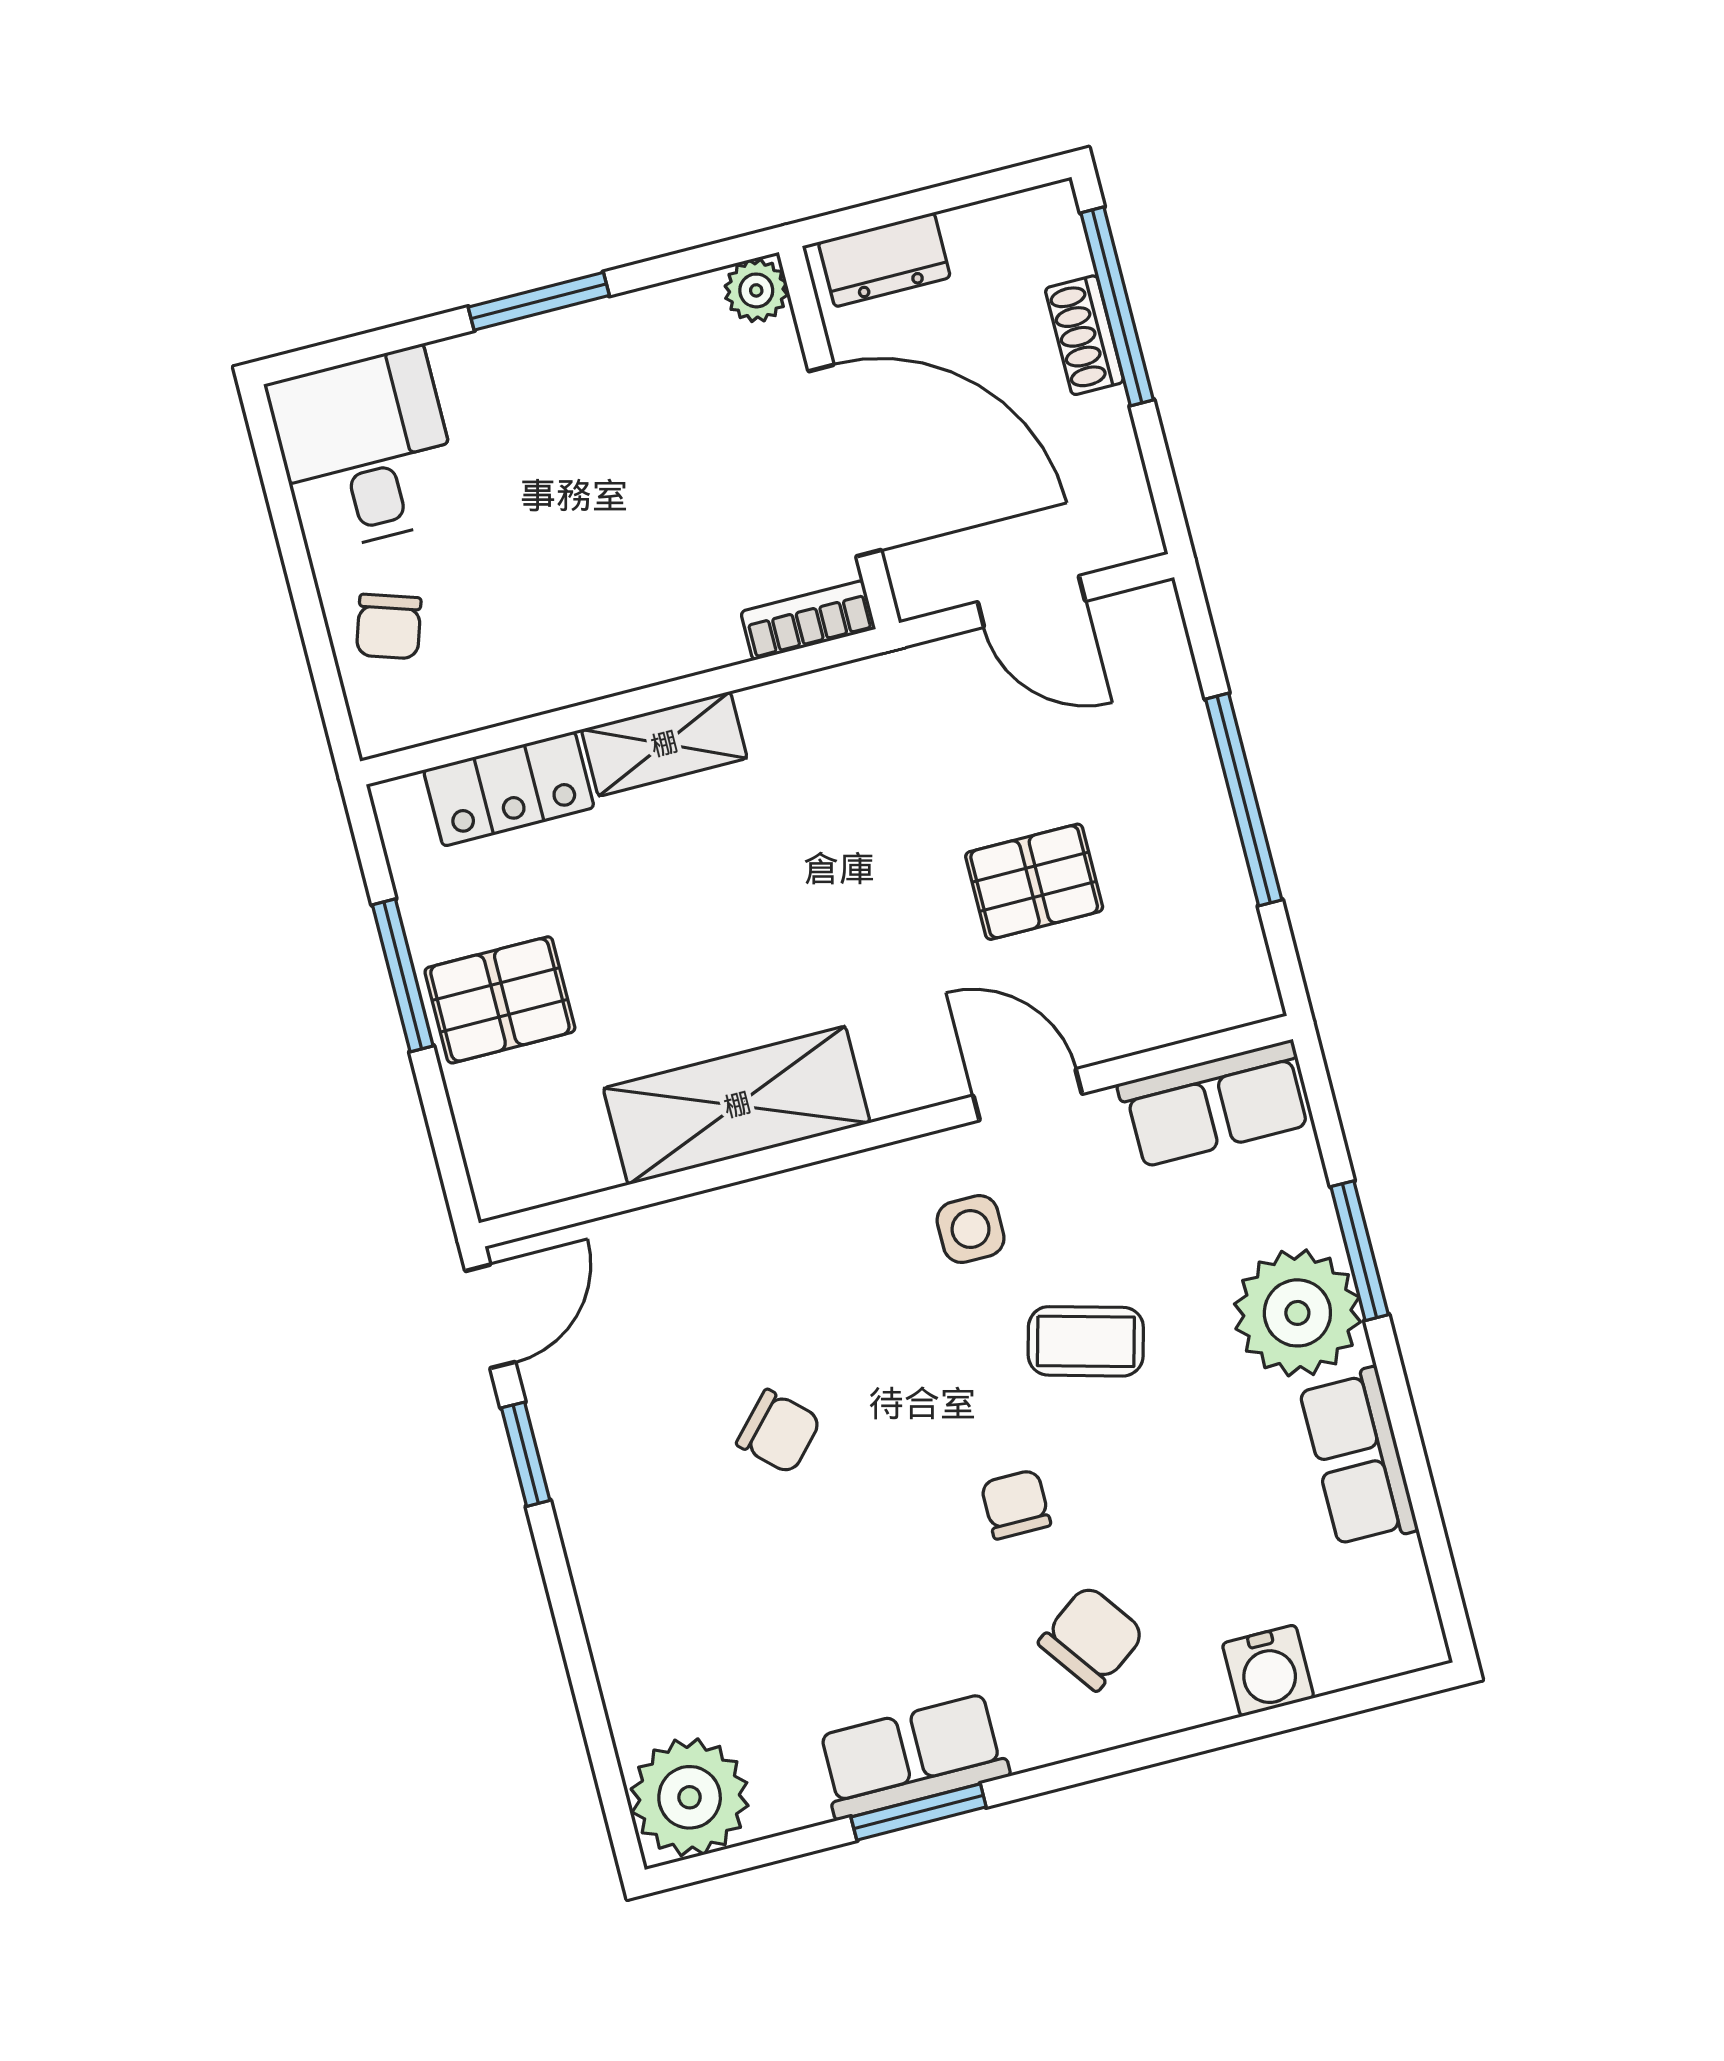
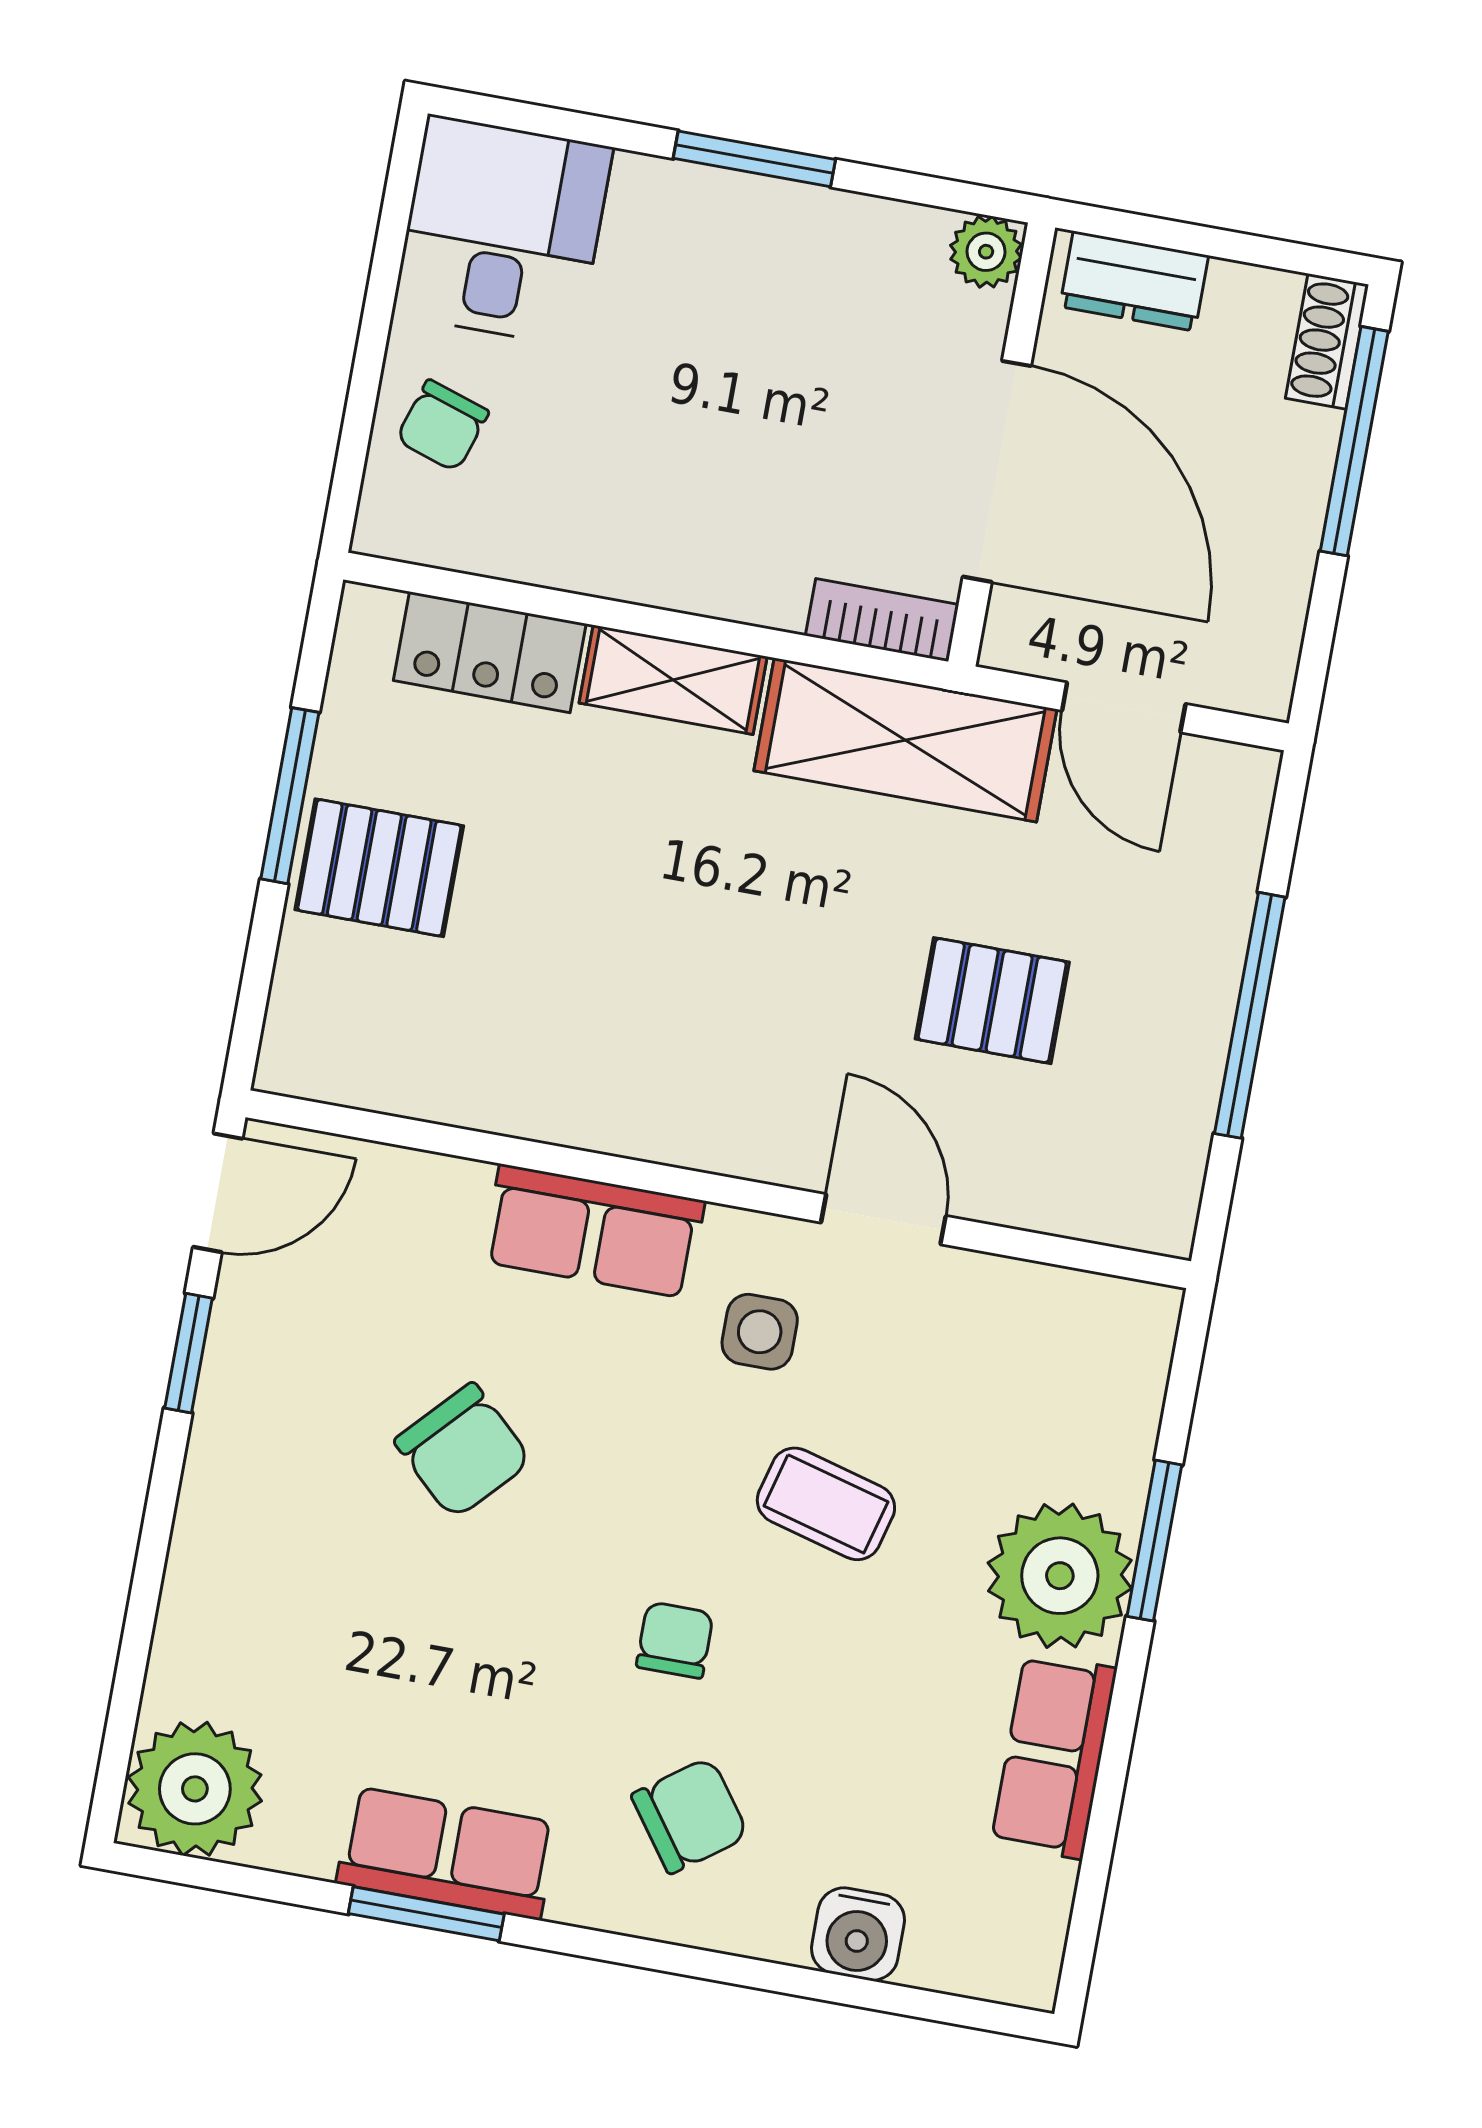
shoe rack: (1084, 335) -> (1327, 341), moved
row of seats: (1215, 1104) -> (594, 1231), moved
shelving: (737, 1105) -> (905, 740), moved
chair: (779, 1432) -> (463, 1451), width x1.37, depth x1.37

